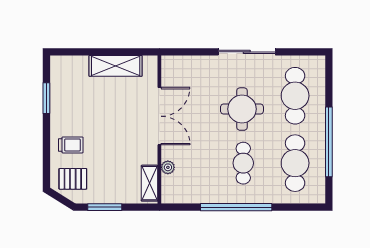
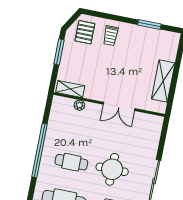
double door: (159, 116) -> (119, 106), width x0.73

